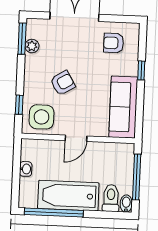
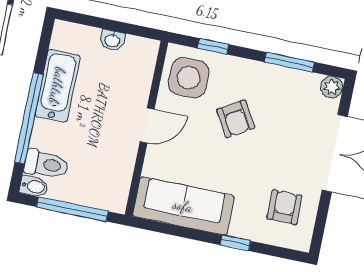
window: (22, 39) -> (289, 62), moved
plant: (32, 46) -> (332, 87), moved
door: (76, 138) -> (147, 125), swing flipped
bathtub: (68, 196) -> (57, 86), width x0.73, depth x0.73
window: (54, 212) -> (29, 118), moved

